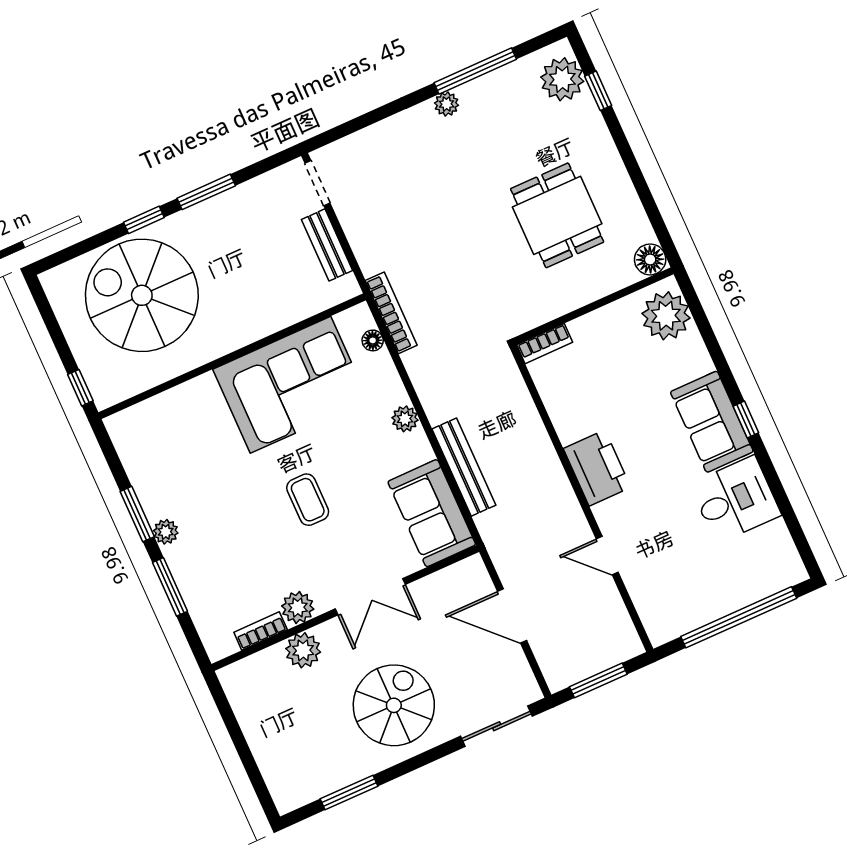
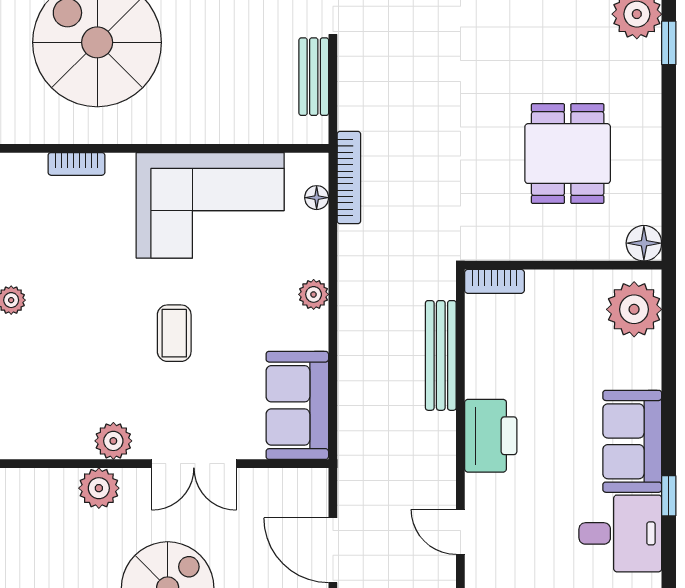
window: (746, 419) -> (669, 496), moved
bench: (464, 467) -> (441, 355), moved
bookcase: (261, 631) -> (76, 164), moved, turned 180

